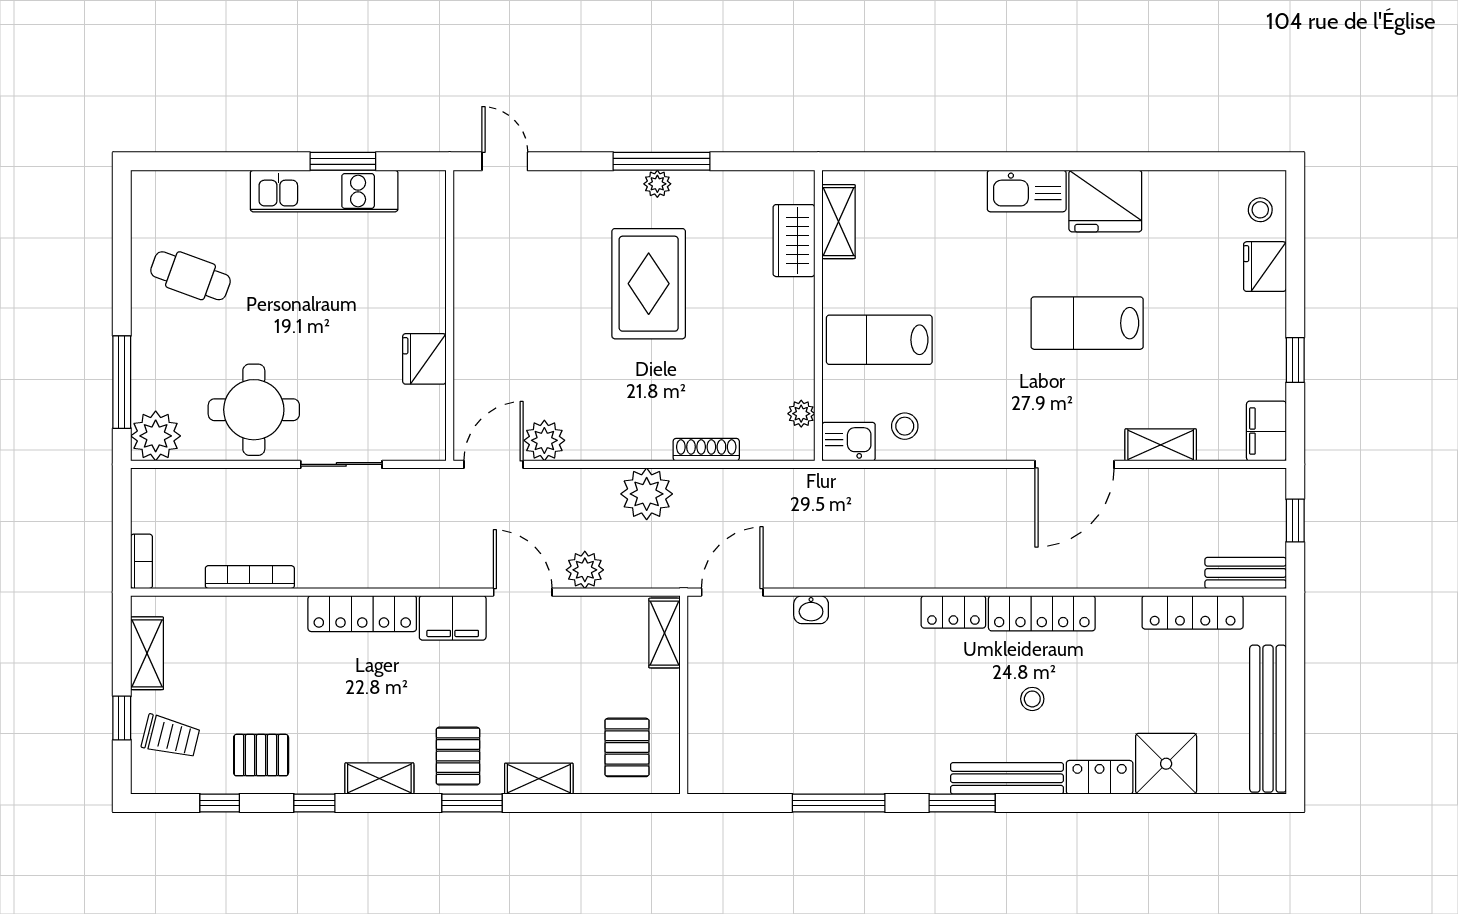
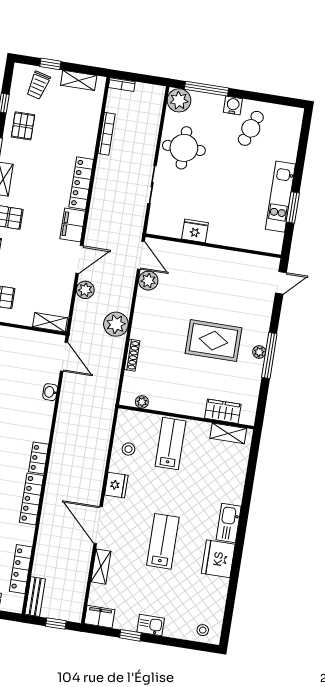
fridge: (1265, 267) -> (116, 485), moved, turned 90
water cooler: (148, 321) -> (233, 105), added
kitchen sink: (849, 442) -> (151, 625), moved, turned -90

